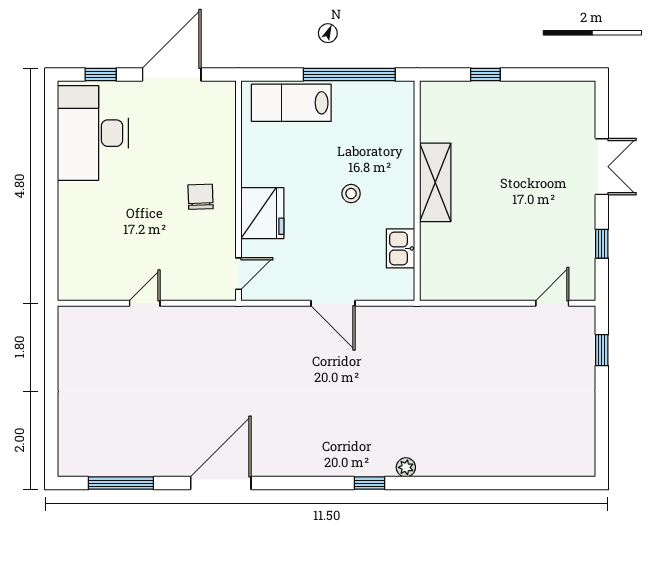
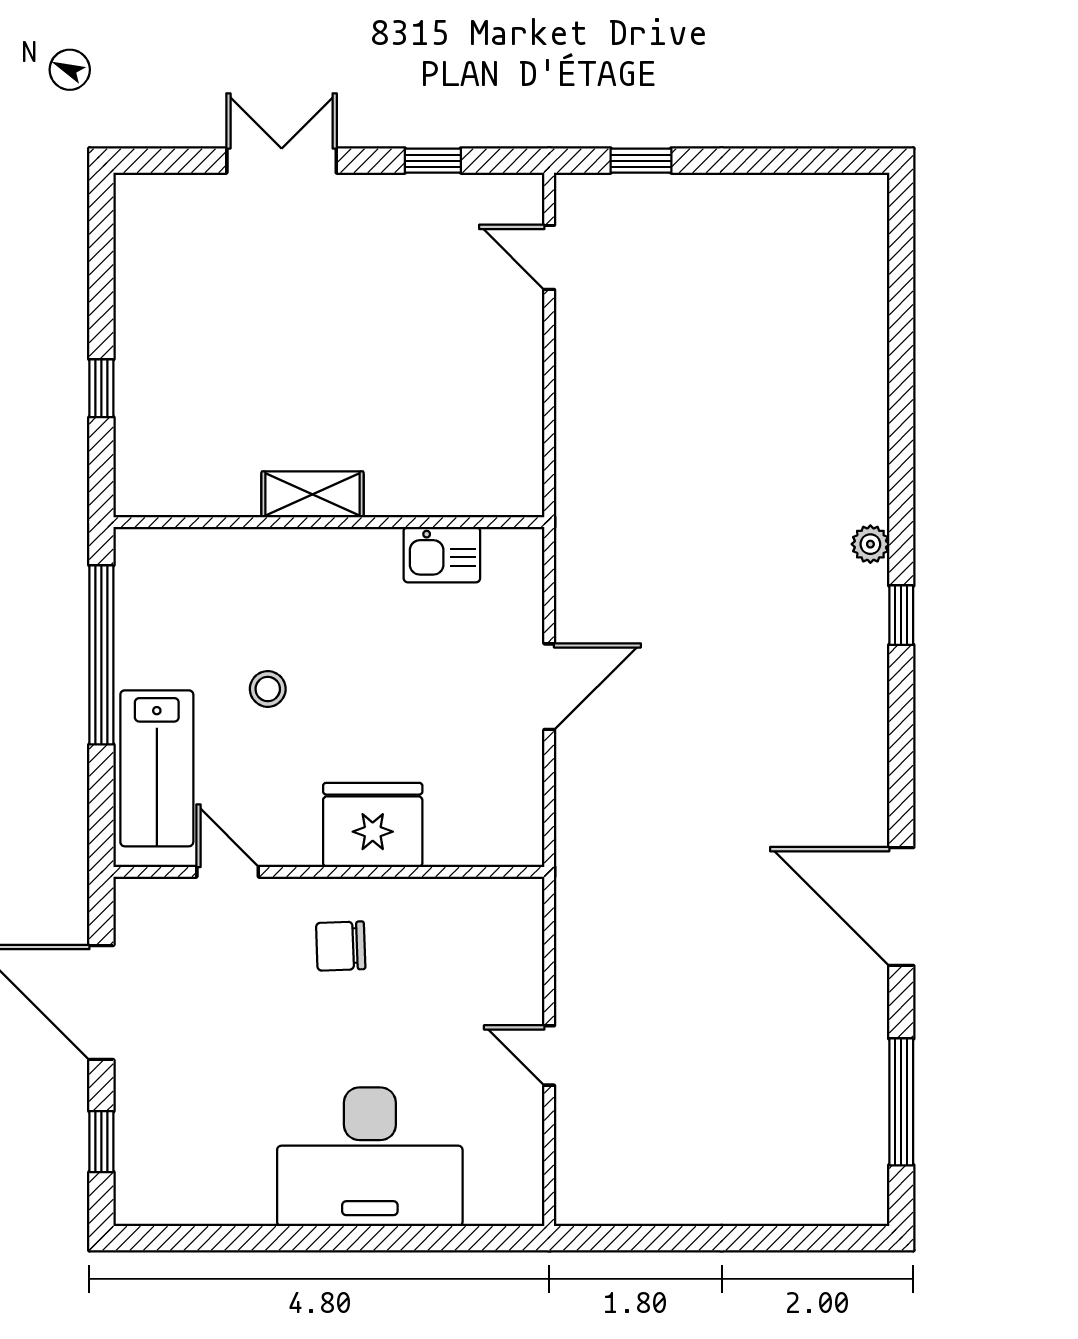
desk: (93, 133) -> (370, 1157), moved
shelving: (435, 182) -> (313, 494), width x0.67, depth x0.75
stool: (351, 194) -> (268, 689), moved
door: (238, 274) -> (228, 872), moved

